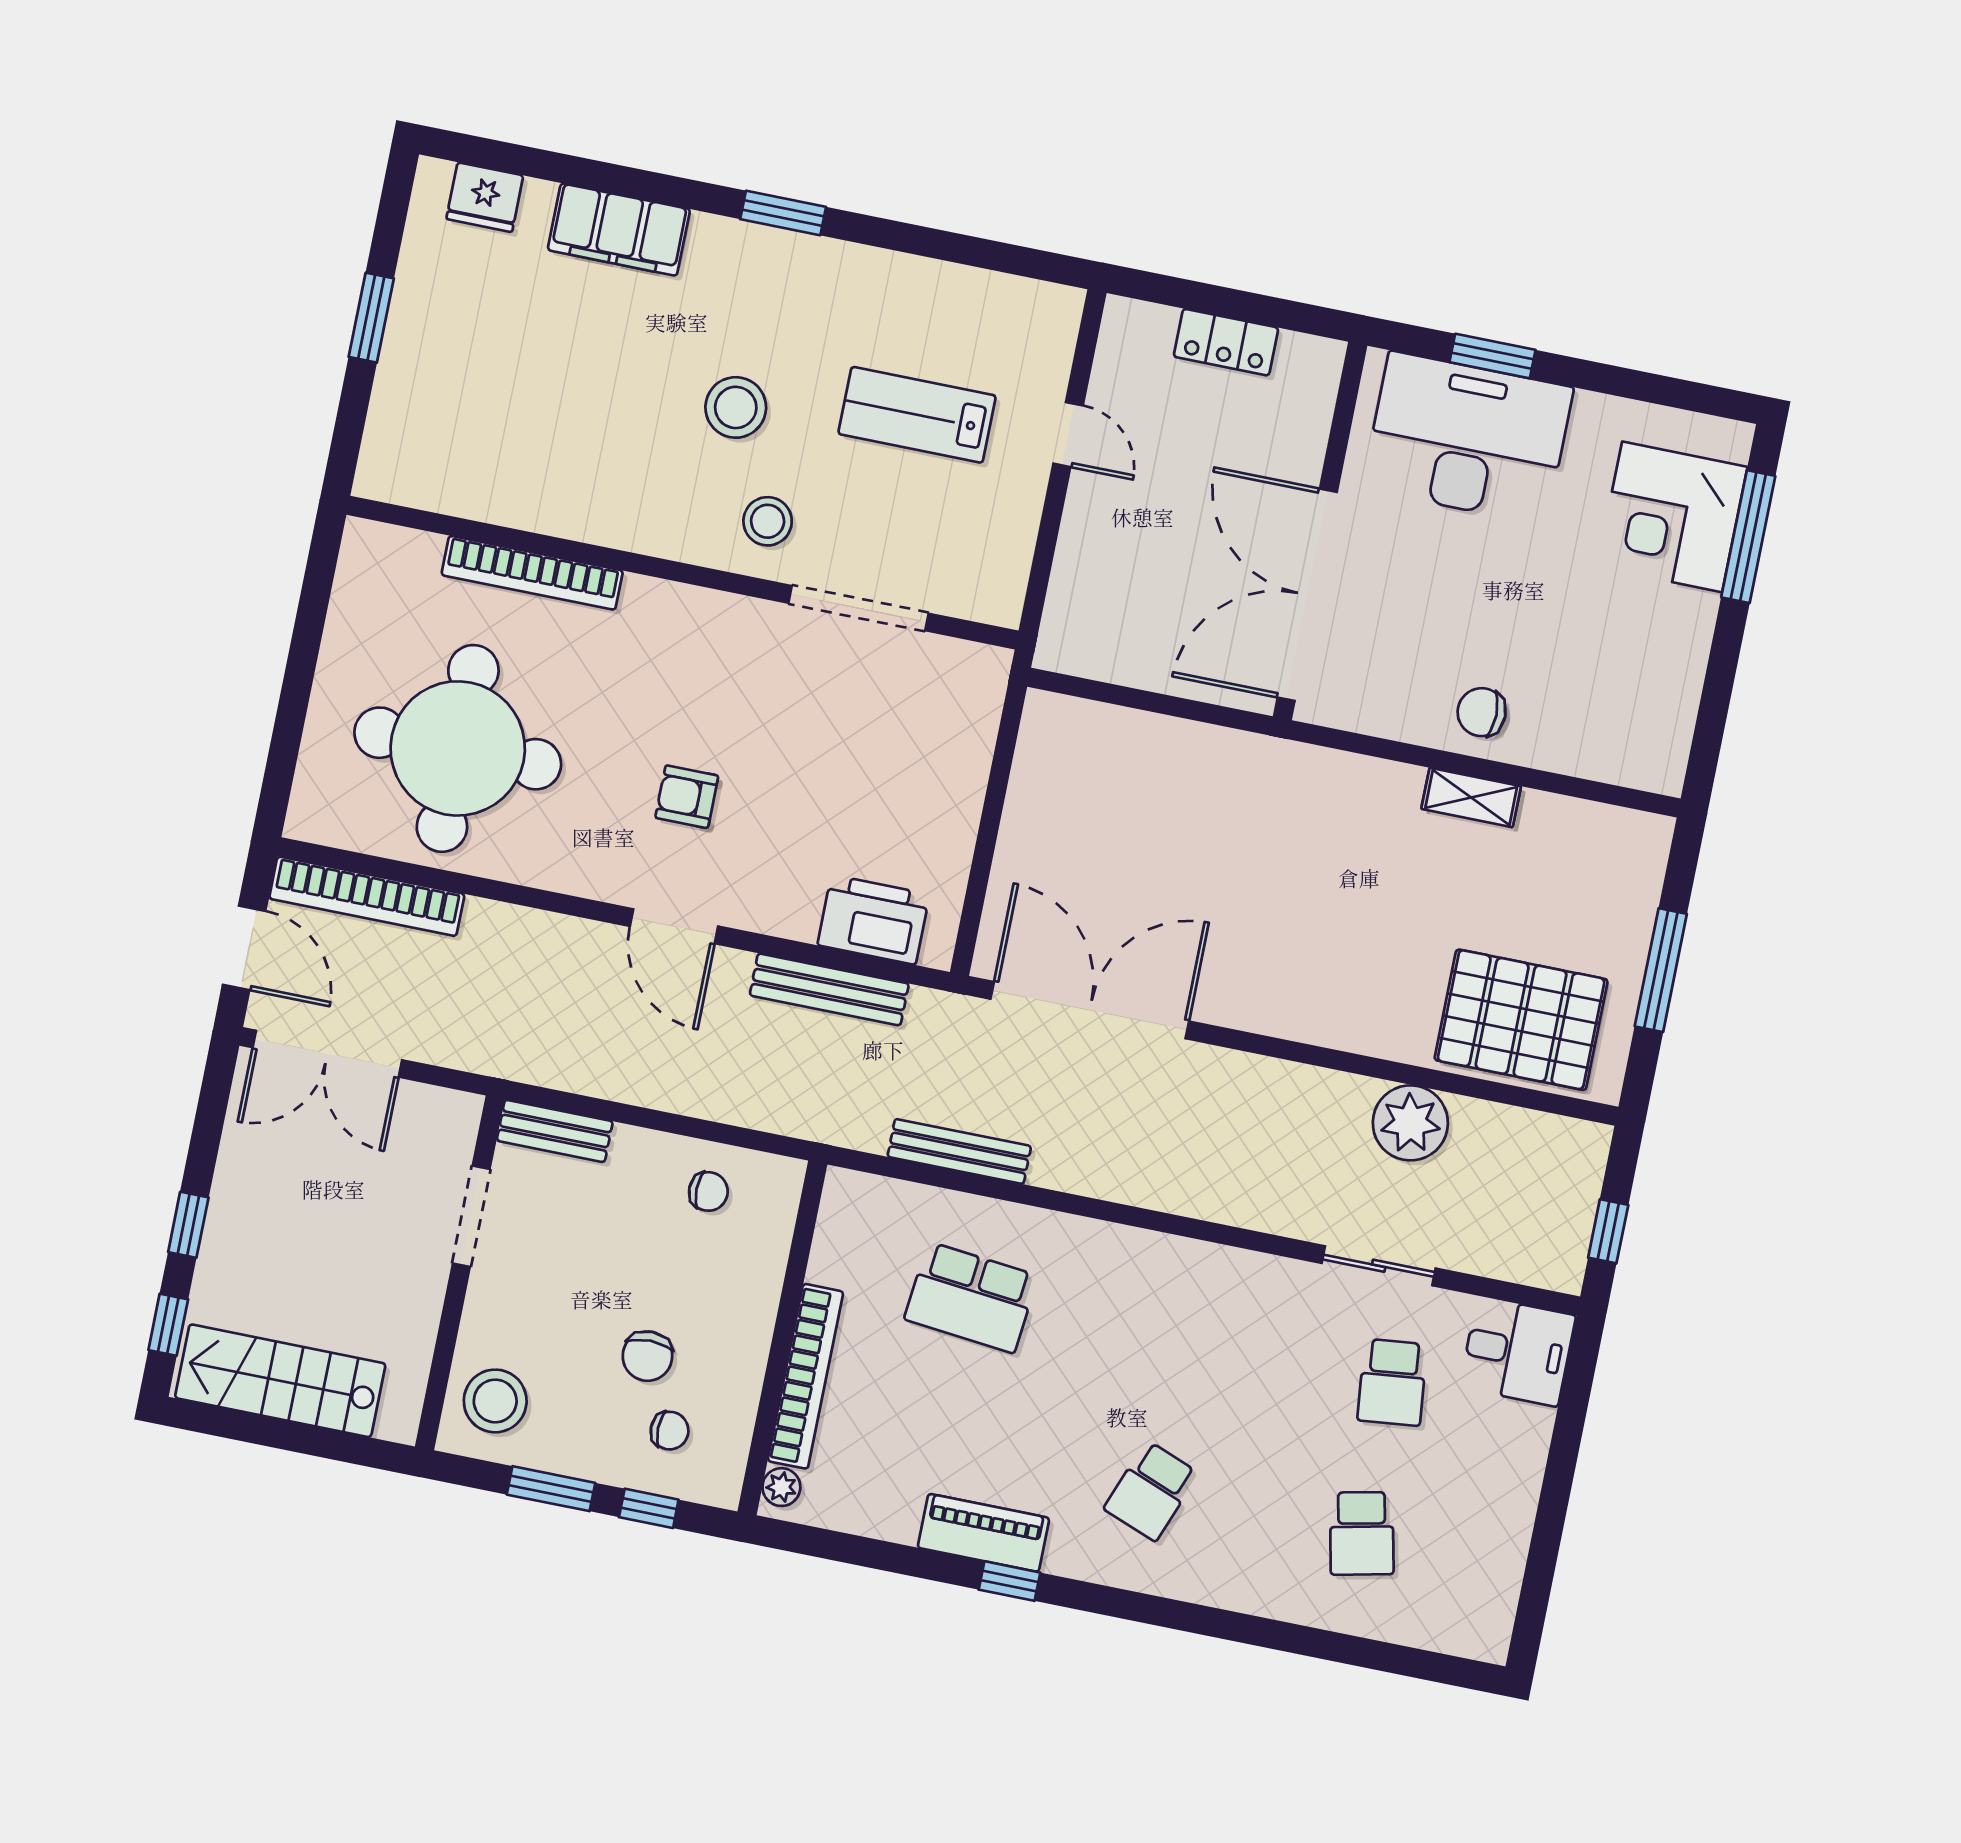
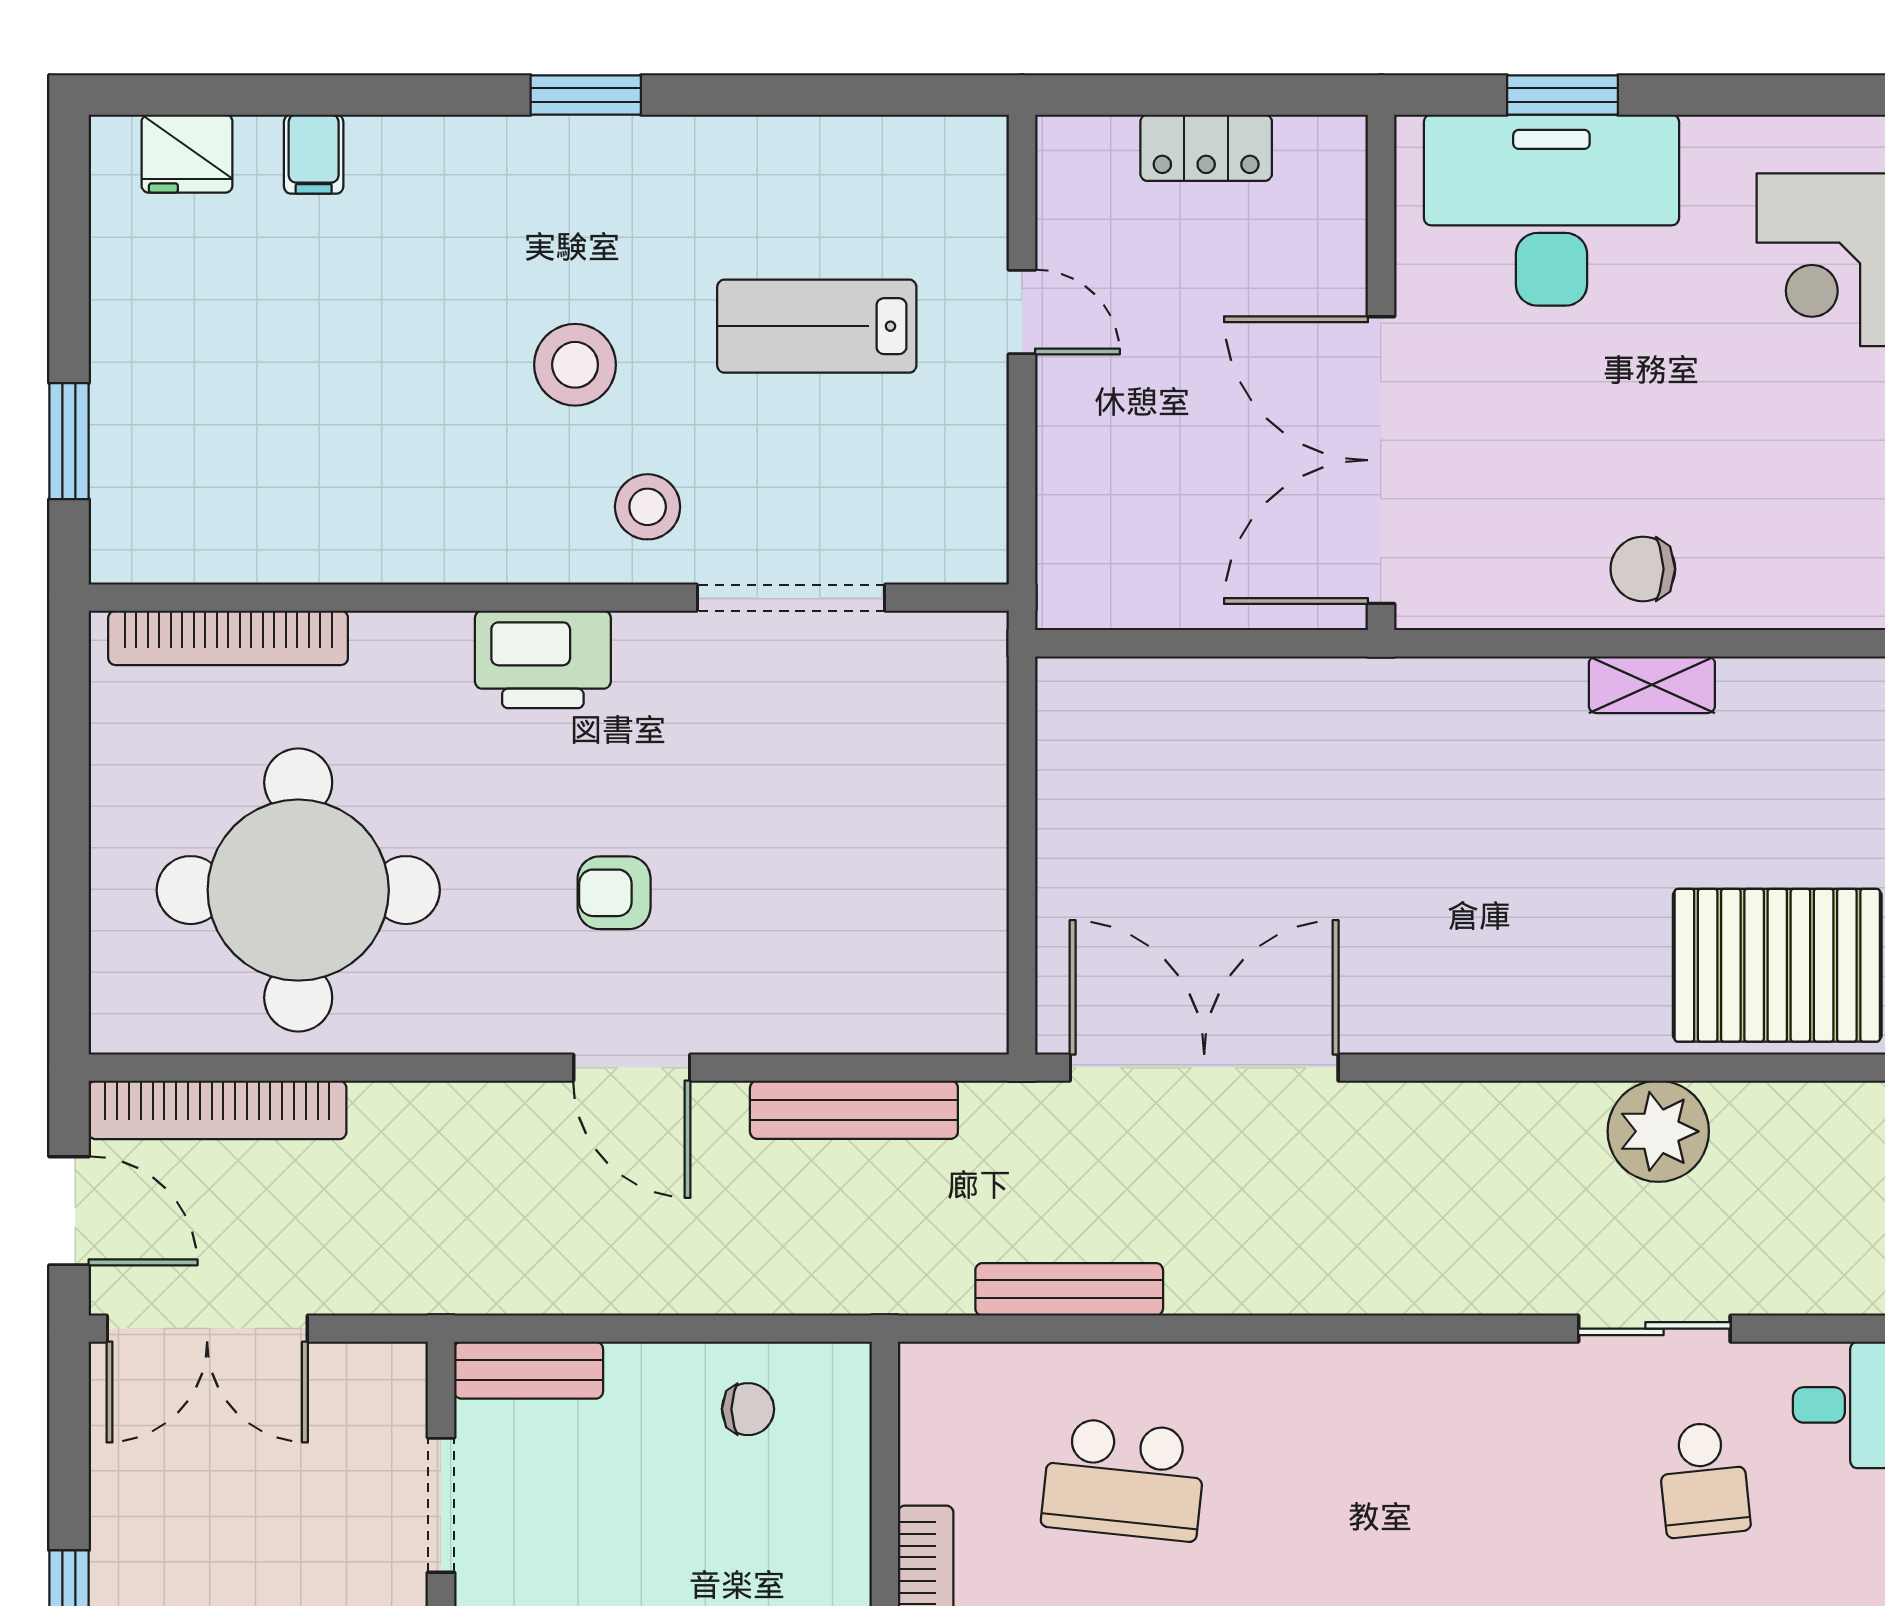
filing cabinet: (619, 230) -> (314, 154), width x0.33, depth x0.86
window: (371, 318) -> (69, 441), moved
bookcase: (532, 573) -> (228, 638), moved
printer: (874, 920) -> (543, 659), moved, turned 180

